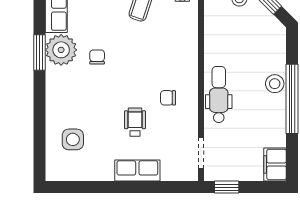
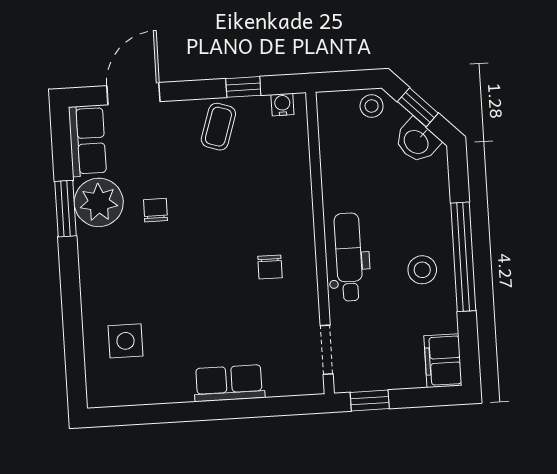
washbasin: (267, 23) -> (417, 141), added
stool: (275, 84) -> (422, 270), moved
chair: (168, 98) -> (270, 267), turned -90
wheelchair: (135, 122) -> (221, 308), removed

